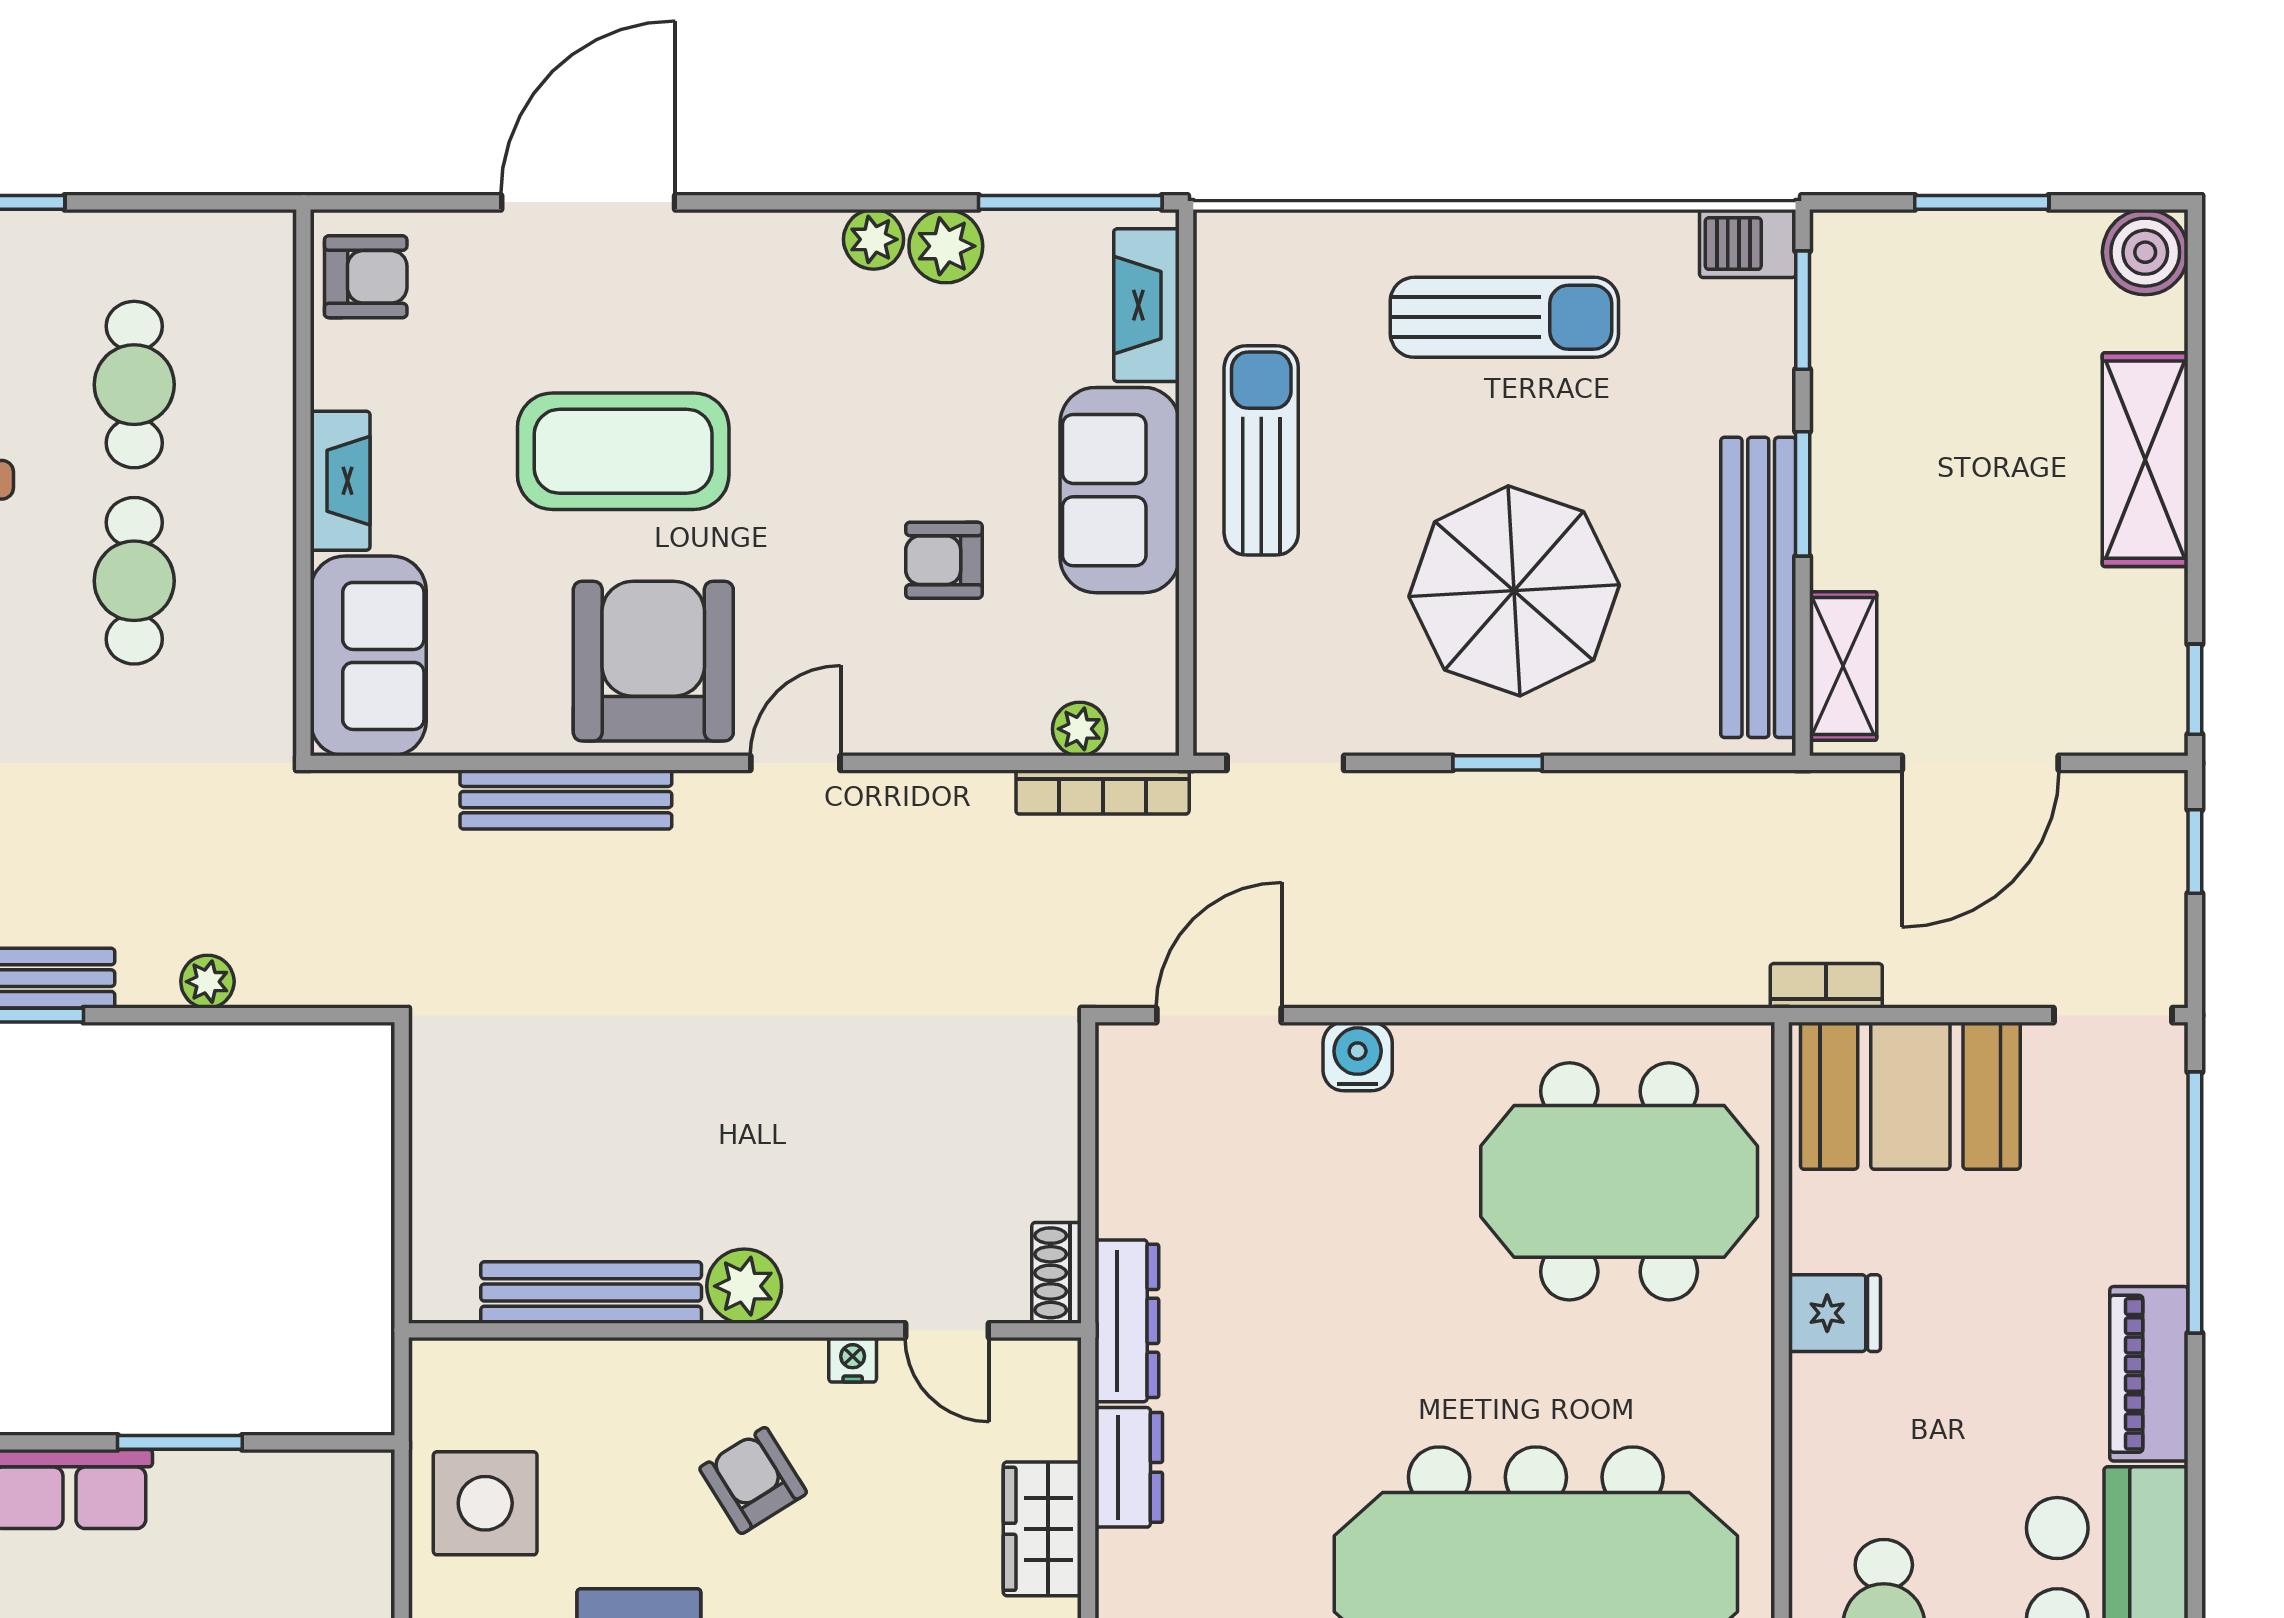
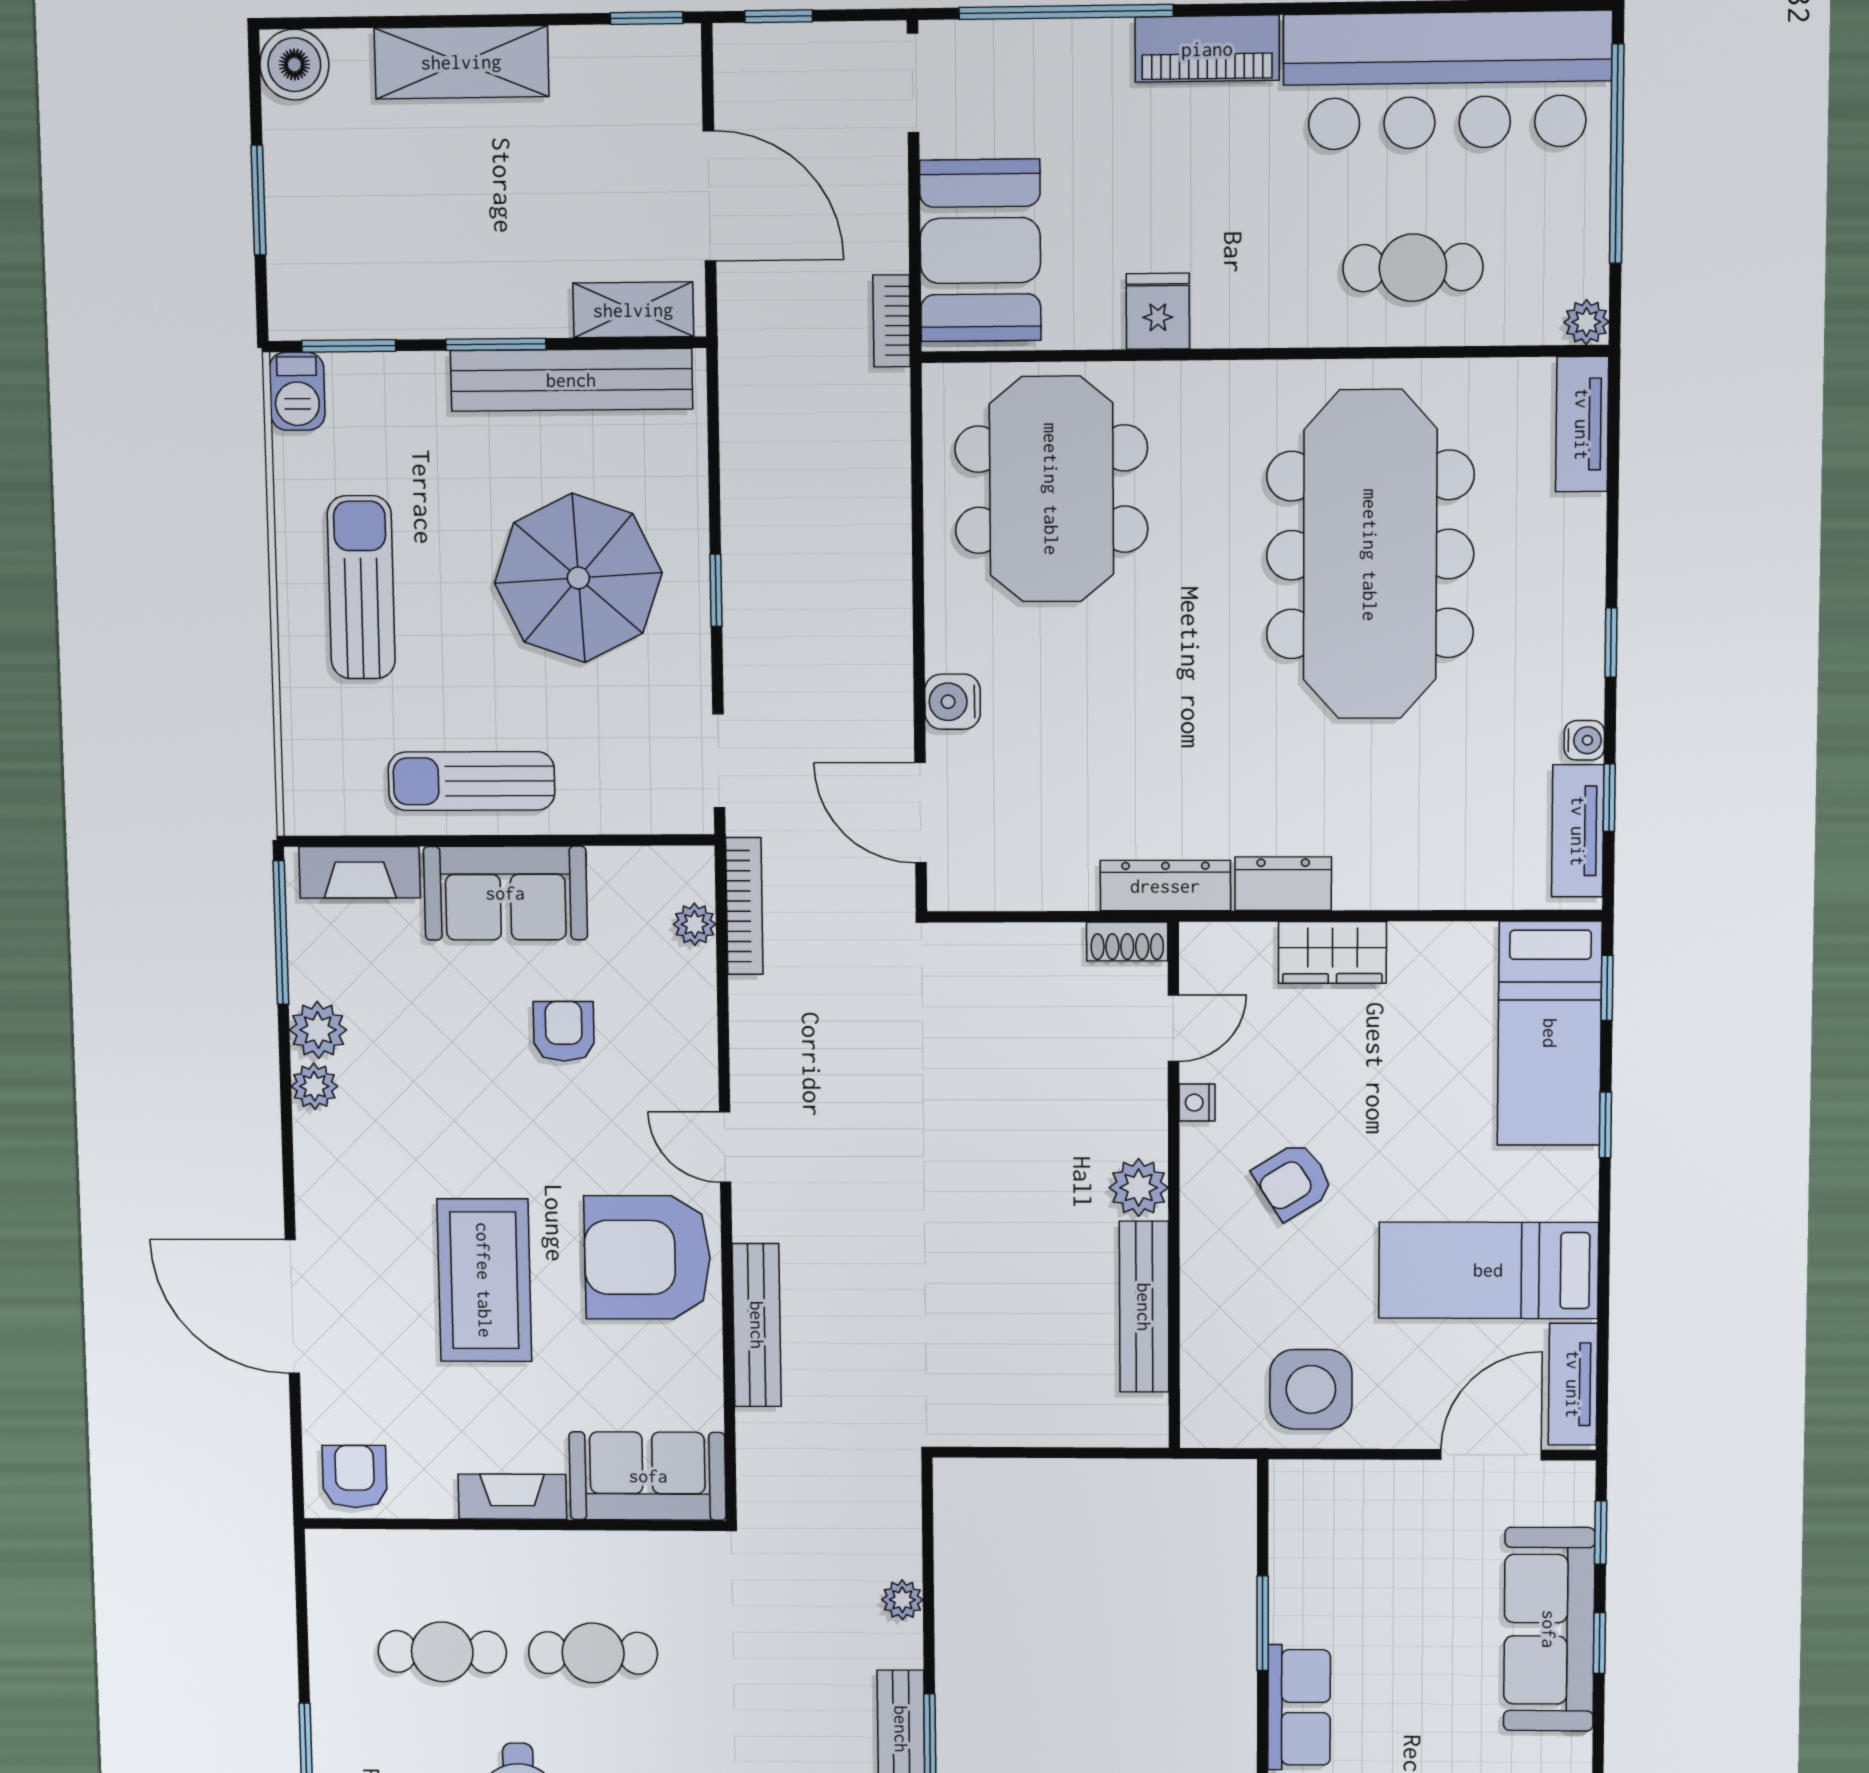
armchair: (944, 560) -> (564, 1031), turned 180

